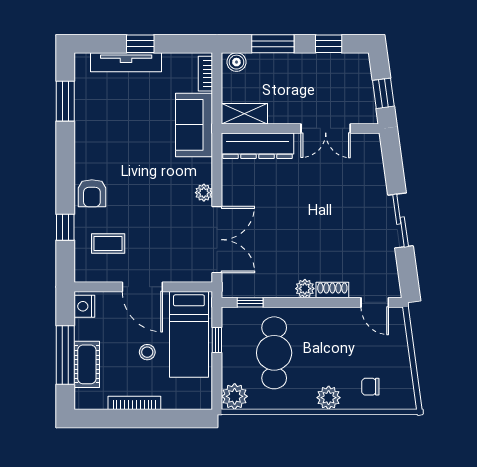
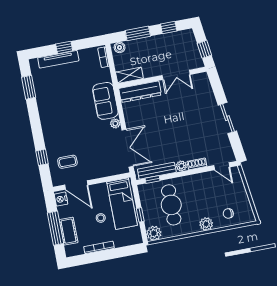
sofa: (194, 125) -> (105, 101), moved
armchair: (92, 193) -> (53, 136), removed
door: (142, 287) -> (76, 185), moved
bench: (260, 289) -> (157, 171), added
window: (217, 340) -> (140, 215), moved

